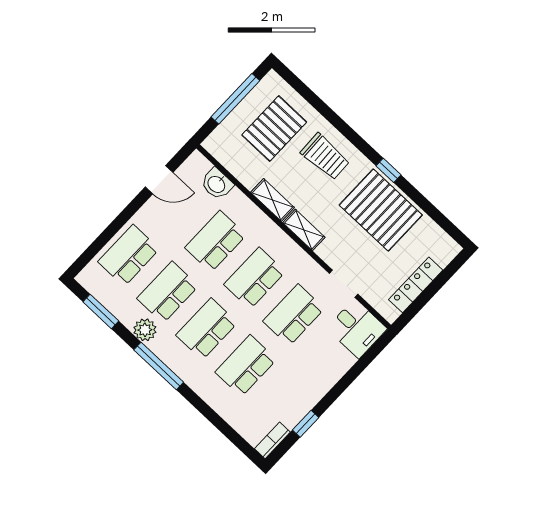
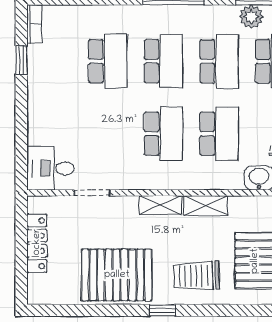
window: (388, 170) -> (162, 310), moved
school desk: (294, 315) -> (108, 134), removed
plant: (145, 330) -> (251, 17), moved

